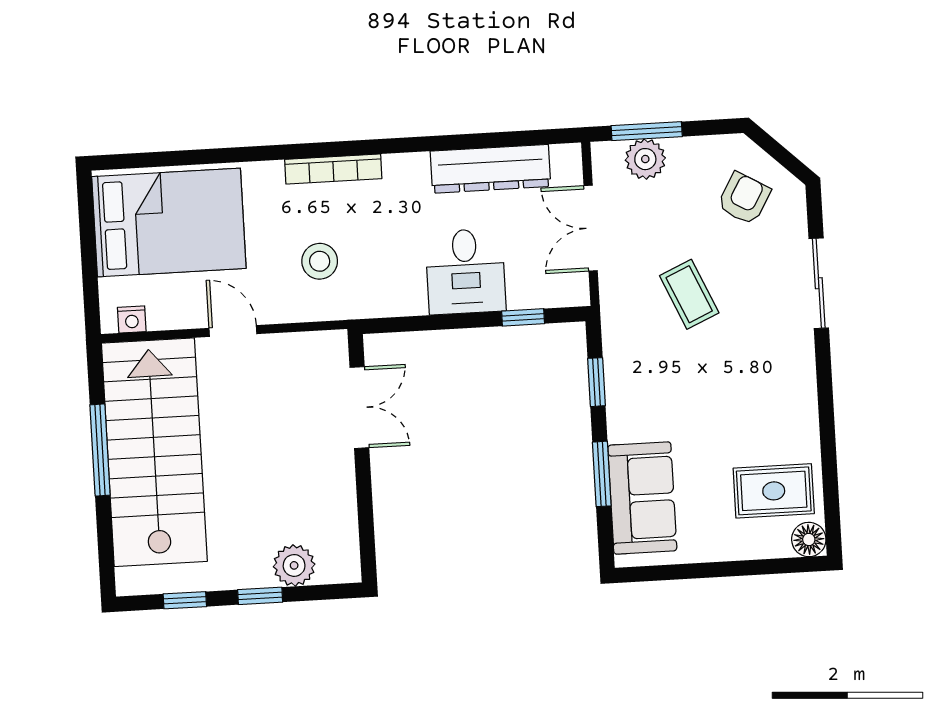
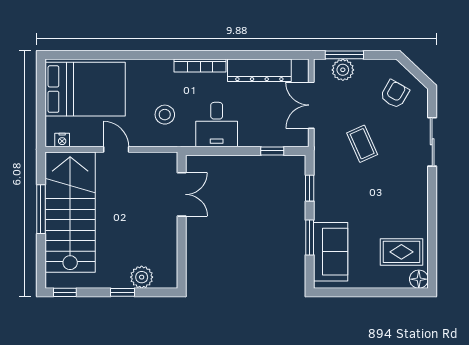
bookcase: (333, 169) -> (200, 65), moved
desk: (466, 271) -> (217, 125), moved
window: (185, 600) -> (65, 292), moved

